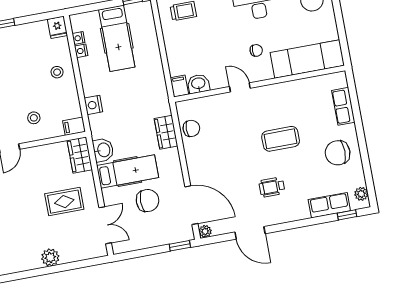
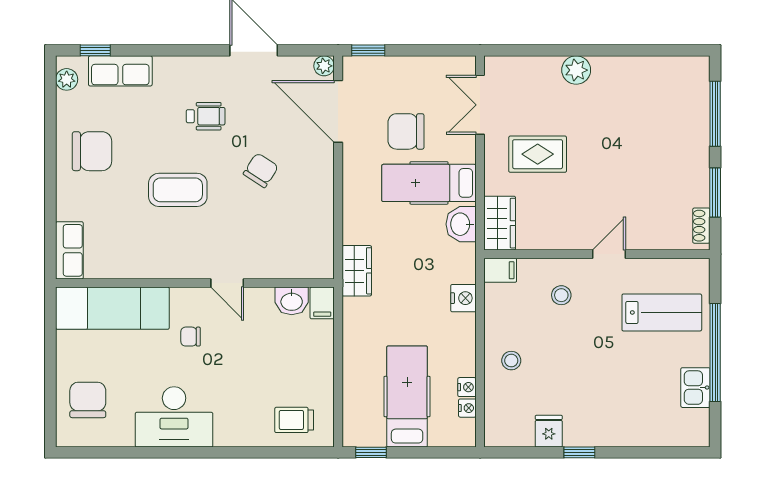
fridge: (57, 27) -> (549, 431), moved
row of seats: (343, 106) -> (69, 250), moved
chair: (191, 128) -> (261, 170), moved, turned 123
wardrobe: (166, 132) -> (357, 271), moved

